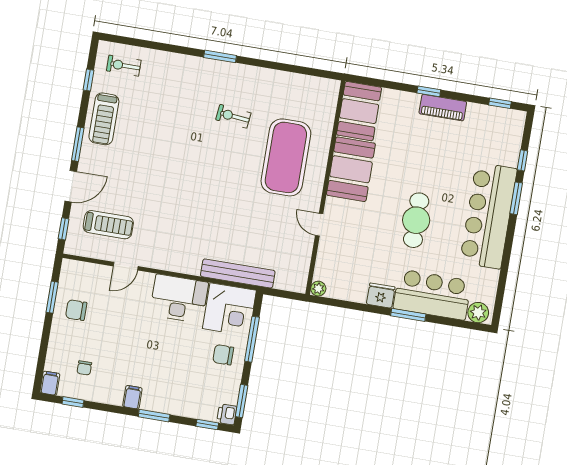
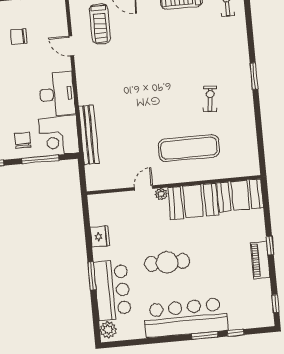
exercise mat: (286, 157) -> (189, 148), width x0.68
plant: (318, 289) -> (161, 194), moved
fridge: (381, 296) -> (100, 236), moved
chair: (76, 310) -> (19, 36), moved, turned -90

